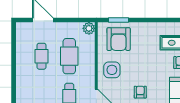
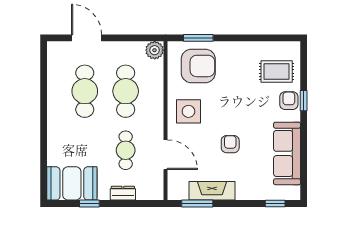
armchair: (119, 39) -> (198, 66), turned -90
cafe table: (41, 56) -> (85, 91), width x1.37, depth x1.35

